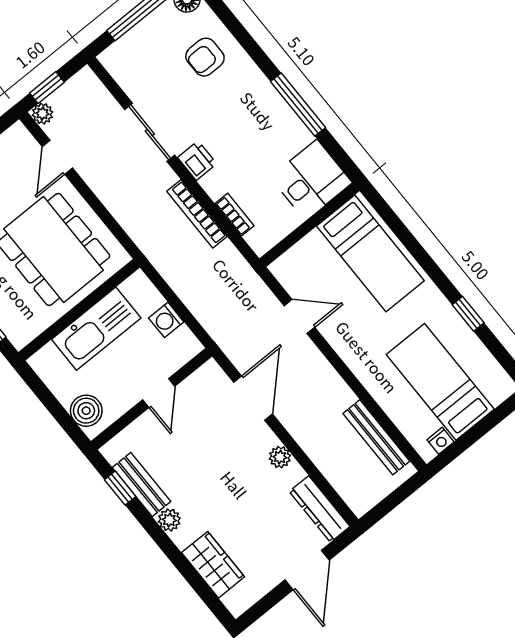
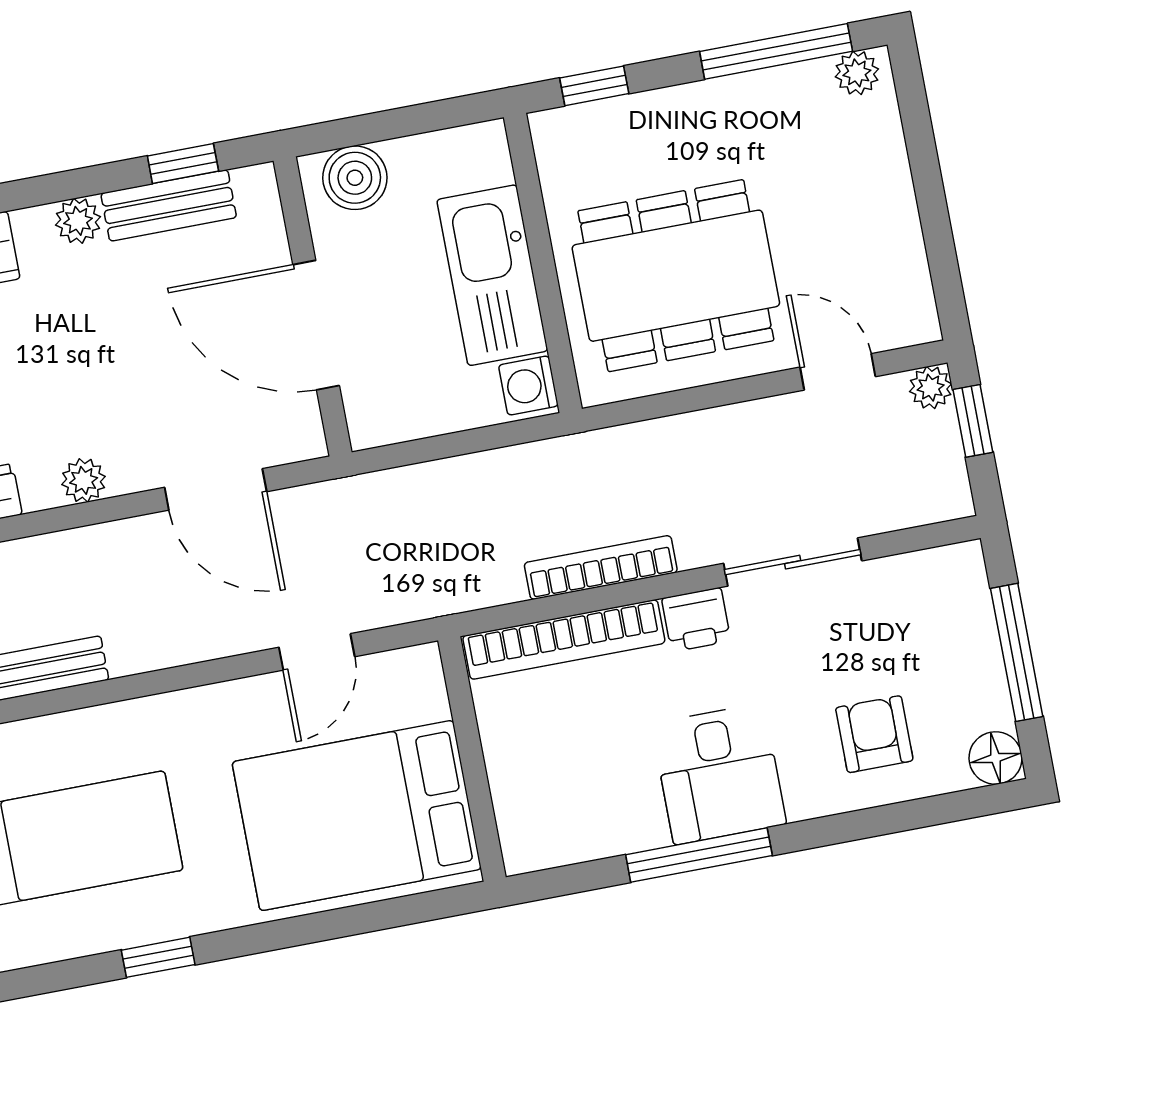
desk: (311, 180) -> (719, 774), moved
bookcase: (235, 215) -> (564, 640), width x2.31, depth x1.31
bed: (370, 253) -> (357, 816), width x1.50
washing machine: (166, 320) -> (528, 386), moved, turned -90
door: (159, 393) -> (316, 325), width x1.88

